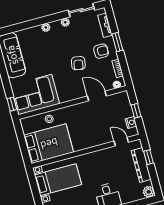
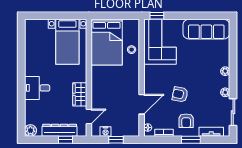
wardrobe: (103, 155) -> (80, 94), added

